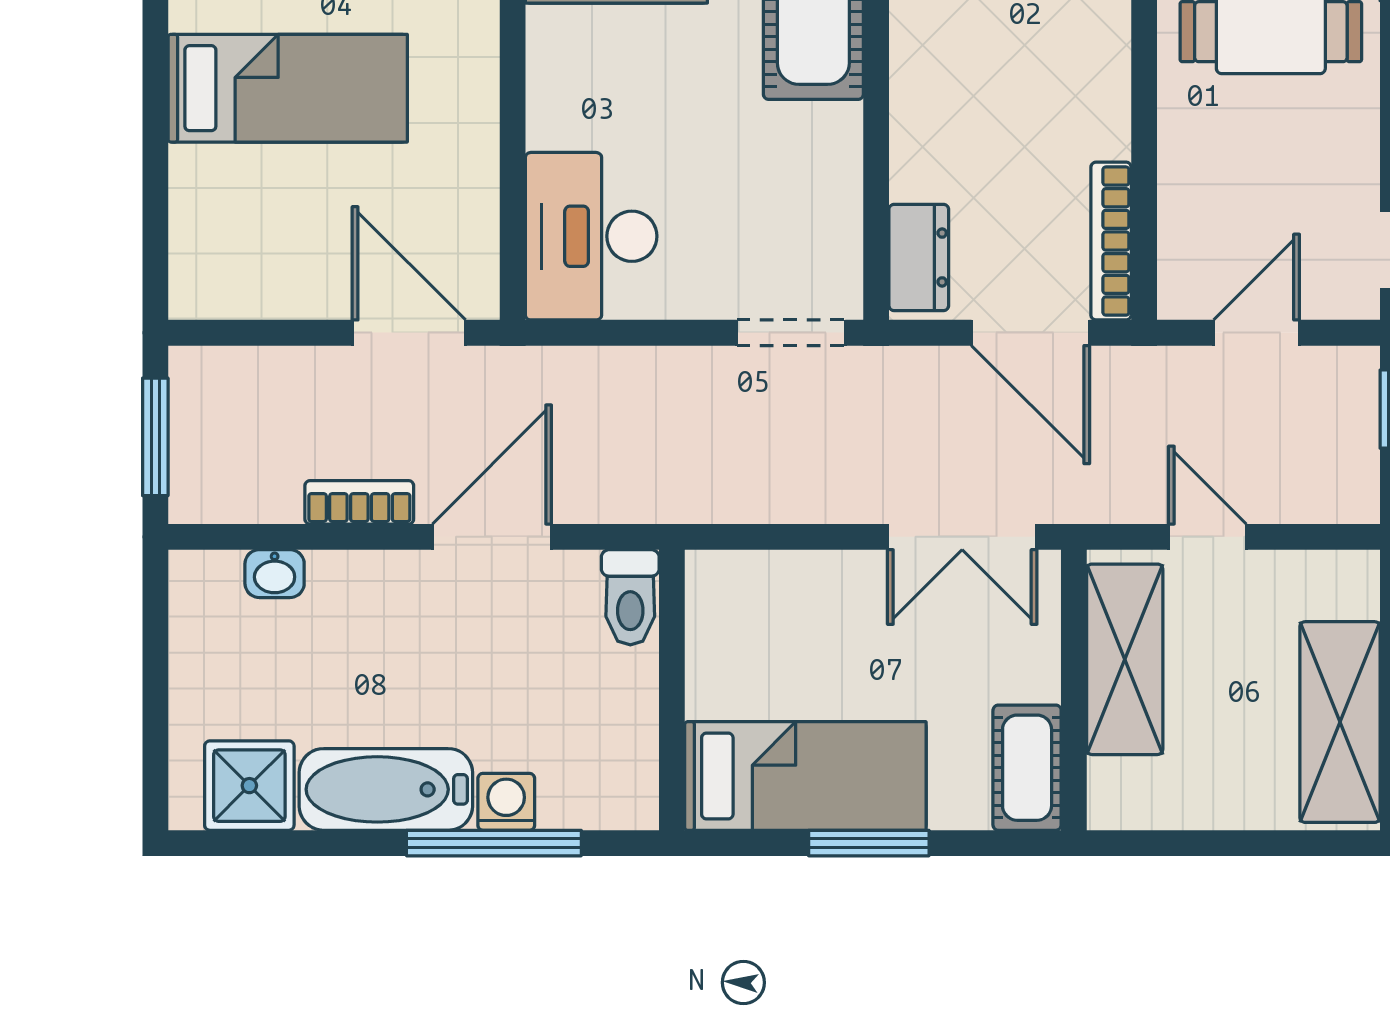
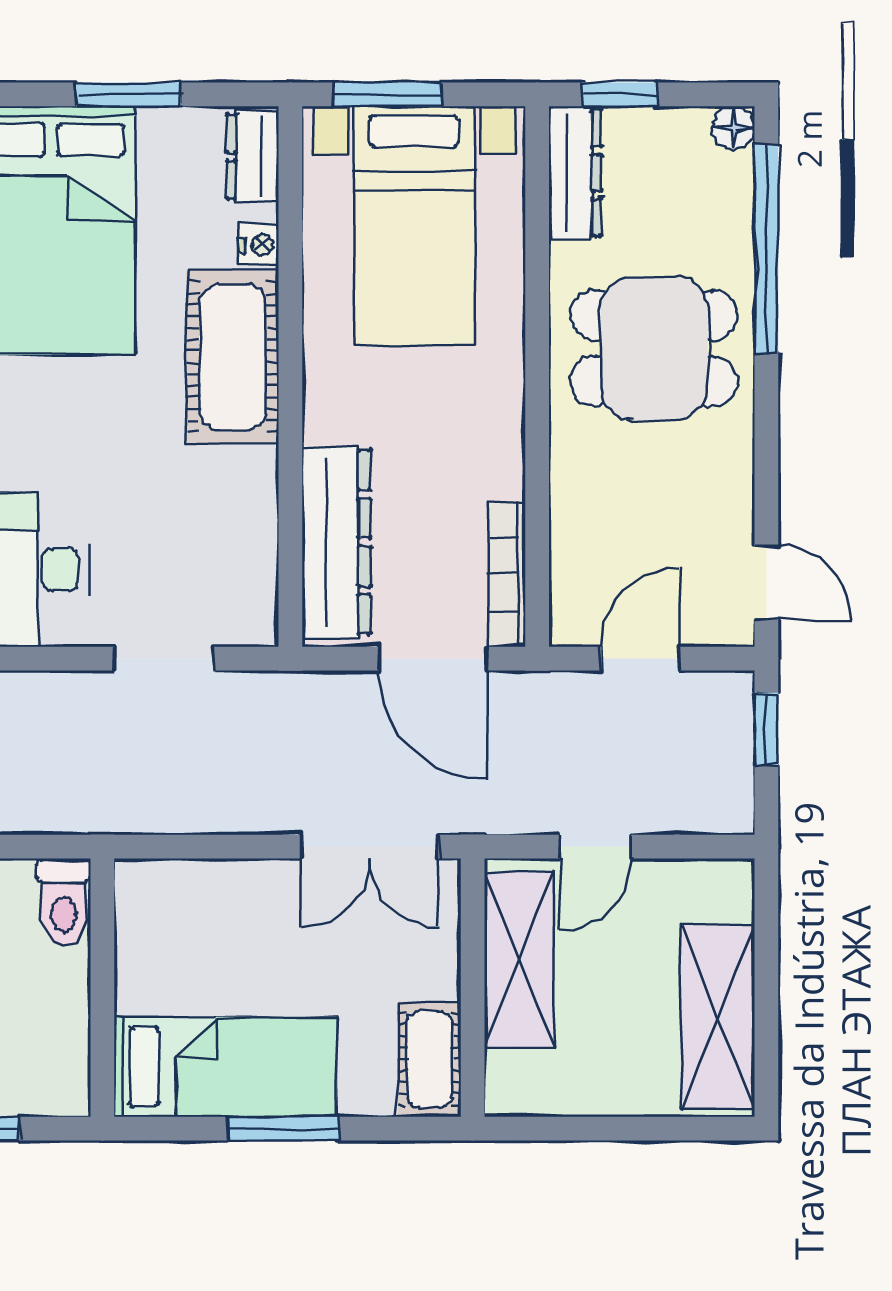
dresser: (919, 257) -> (336, 542), width x1.96, depth x1.24
doorway: (791, 333) -> (164, 659), moved
door: (1207, 537) -> (596, 847), swing flipped

